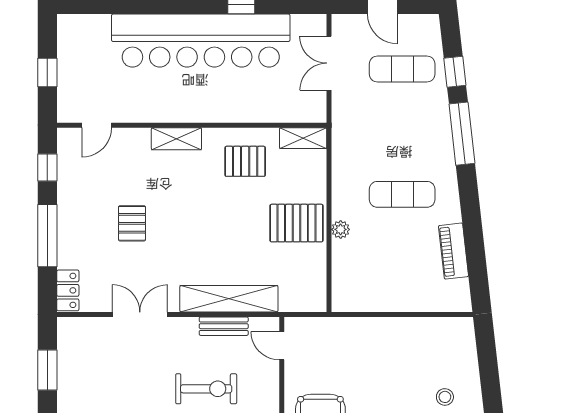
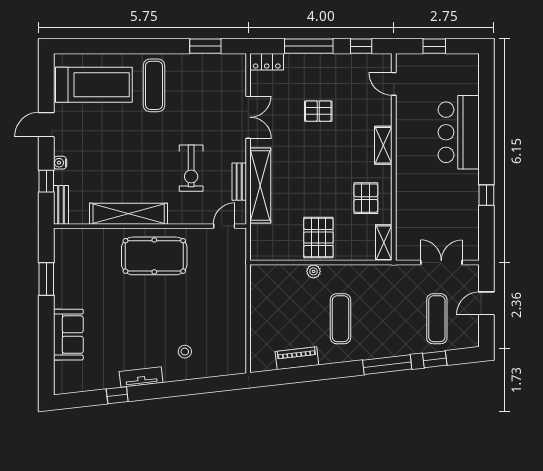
bar counter: (201, 41) -> (459, 132), width x0.54

